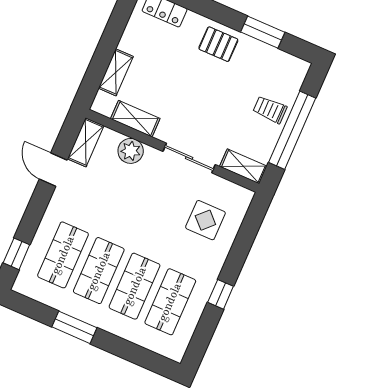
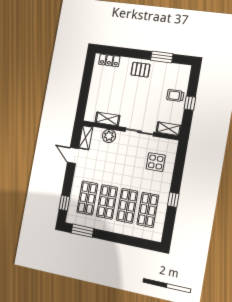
shelving: (116, 72) -> (92, 98), removed
window: (292, 130) -> (190, 103), width x0.32
window: (74, 327) -> (82, 231), moved

